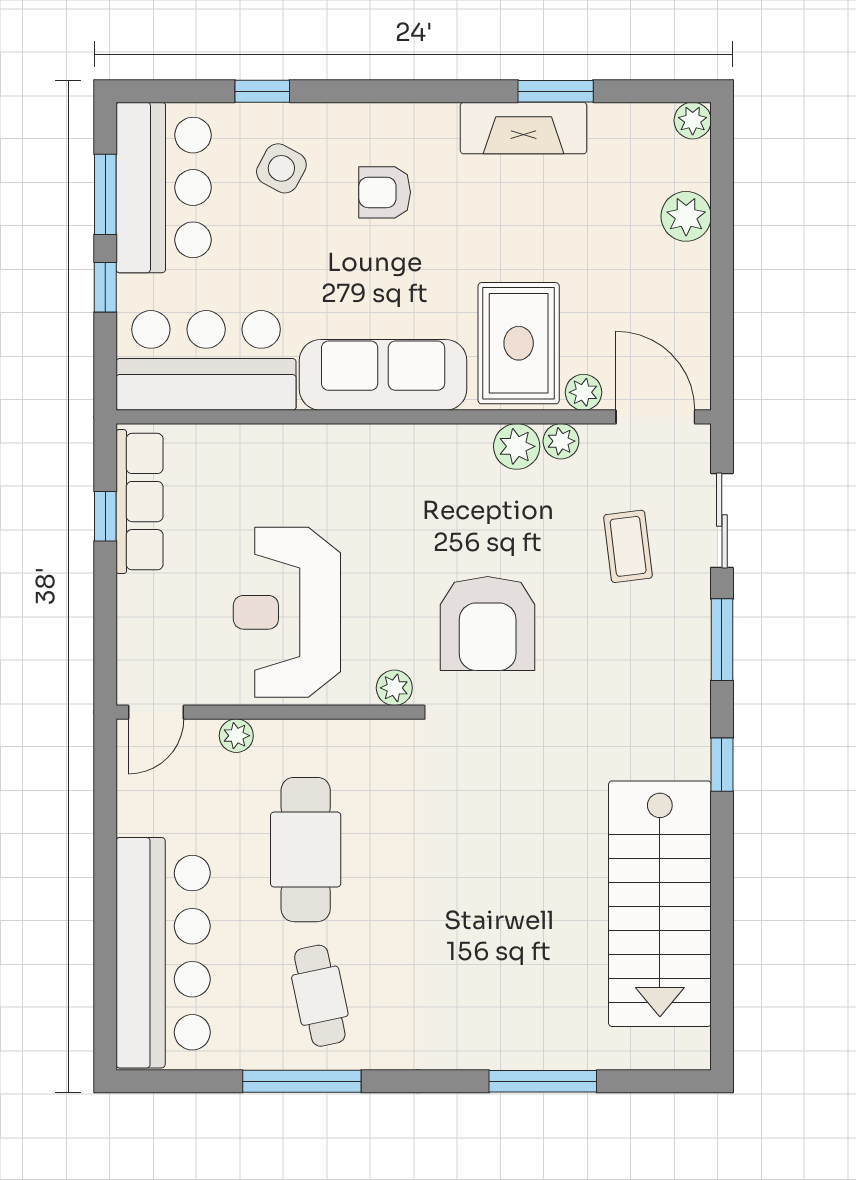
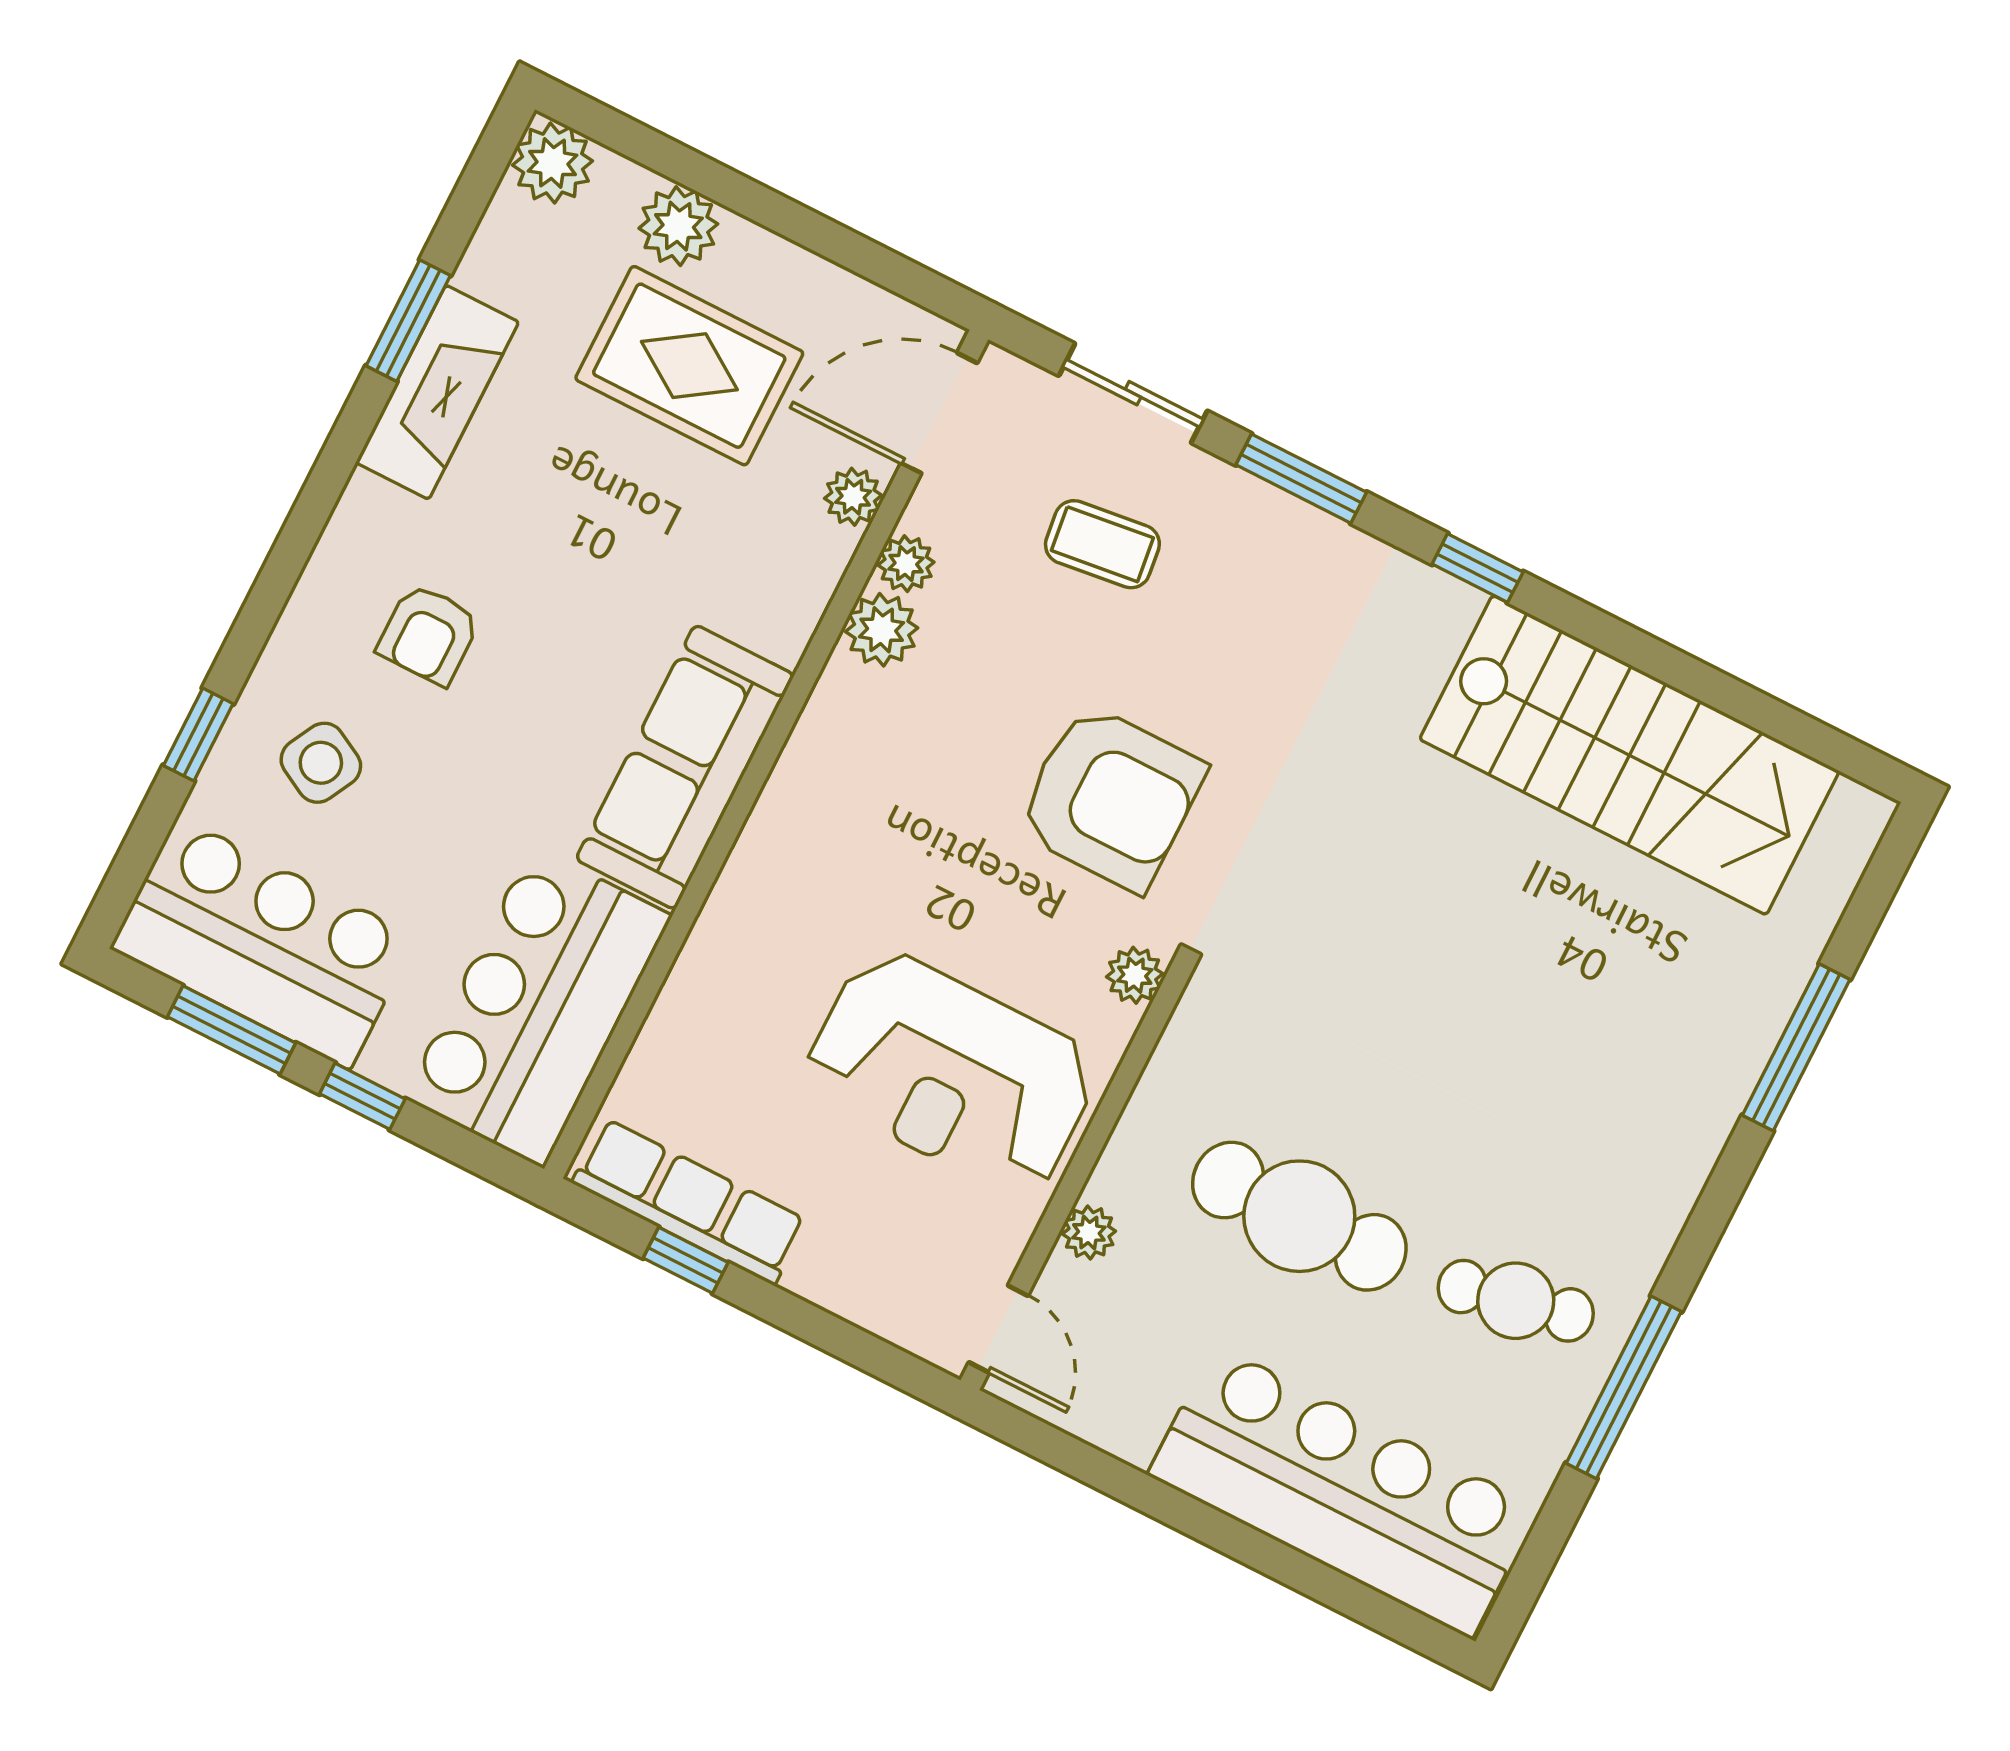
plant: (693, 121) -> (553, 163), width x1.38, depth x1.38
rug: (519, 343) -> (689, 366), moved

